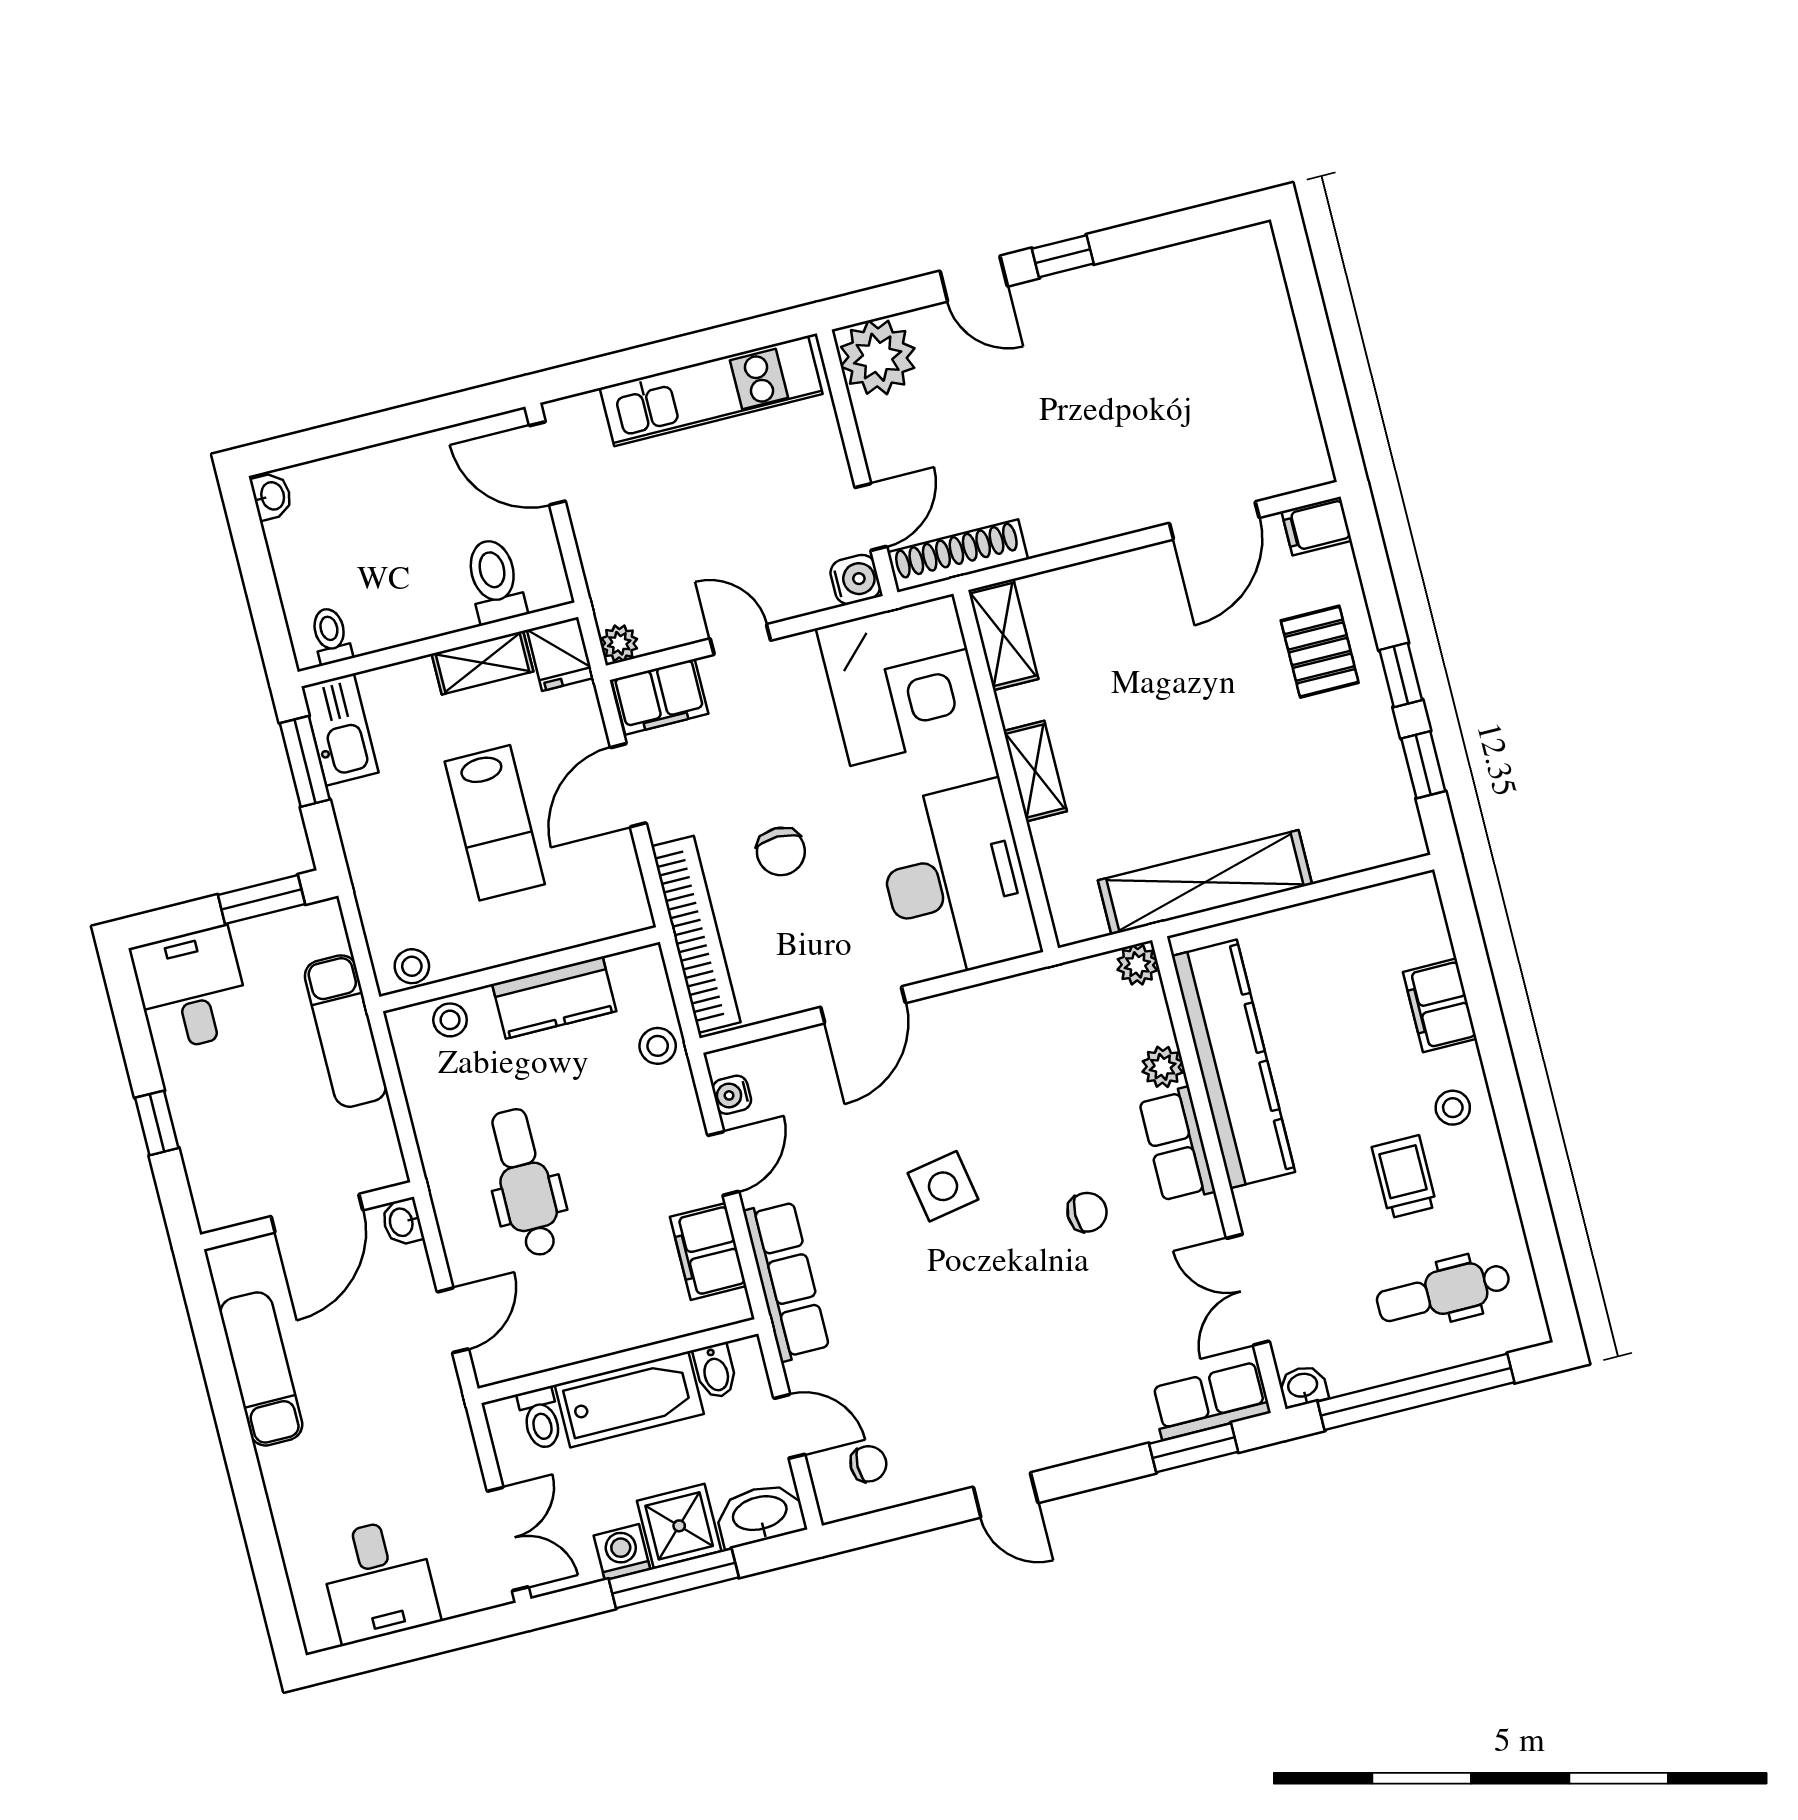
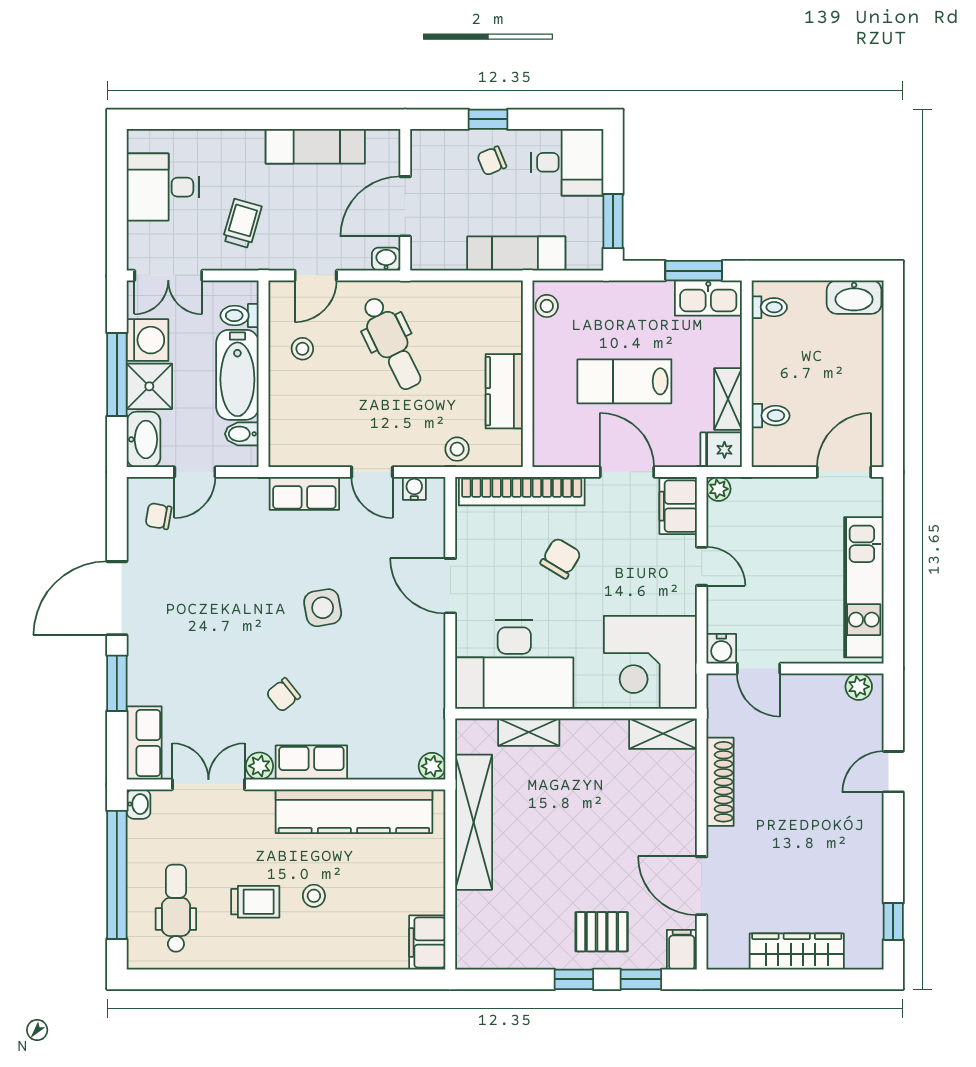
window: (1063, 256) -> (893, 921), moved
wardrobe: (1276, 355) -> (797, 952), added
plant: (878, 357) -> (859, 687), width x0.53, depth x0.53
washbasin: (272, 496) -> (854, 297), width x1.91, depth x1.45
shoe rack: (958, 556) -> (720, 782), moved
toilet: (495, 581) -> (771, 416), width x0.73, depth x0.72
door: (740, 639) -> (702, 566), hinge flipped
window: (1423, 765) -> (641, 979), moved
shelving: (1035, 771) -> (529, 732), moved
chair: (781, 851) -> (561, 558), turned 121
filing cabinet: (1440, 1005) -> (427, 943), moved, turned -90
stool: (450, 1020) -> (302, 349), moved
plant: (1163, 1067) -> (259, 766), moved
chair: (217, 1102) -> (492, 161), added
stool: (1453, 1108) -> (314, 896), moved
dental chair: (525, 1183) -> (392, 343), turned 64
chair: (1087, 1212) -> (283, 695), turned 51
door: (317, 1213) -> (405, 206), hinge flipped
filing cabinet: (708, 1251) -> (319, 448), removed
row of seats: (786, 1280) -> (304, 493), width x0.68
door: (453, 1320) -> (316, 275), hinge flipped
window: (1194, 1448) -> (117, 683), moved
trolley: (403, 1449) -> (242, 223), added
chair: (868, 1464) -> (158, 516), turned 100
door: (1006, 1495) -> (117, 598), width x1.88
washing machine: (622, 1552) -> (147, 340), width x1.38, depth x1.38

